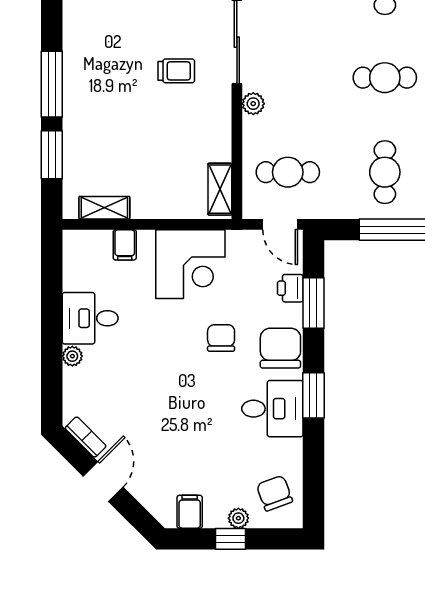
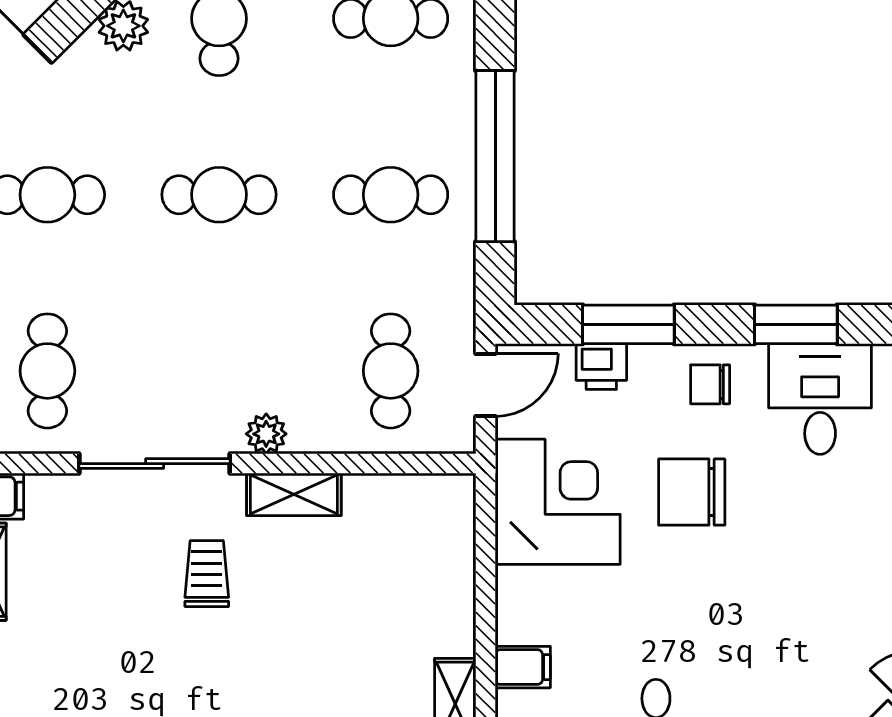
cafe table: (385, 78) -> (219, 195), turned 90
shelving: (220, 189) -> (294, 494), moved
corner desk: (190, 264) -> (558, 502), moved
chair: (221, 338) -> (692, 492), width x1.37, depth x1.37
chair: (280, 348) -> (710, 384), width x0.54, depth x0.54

